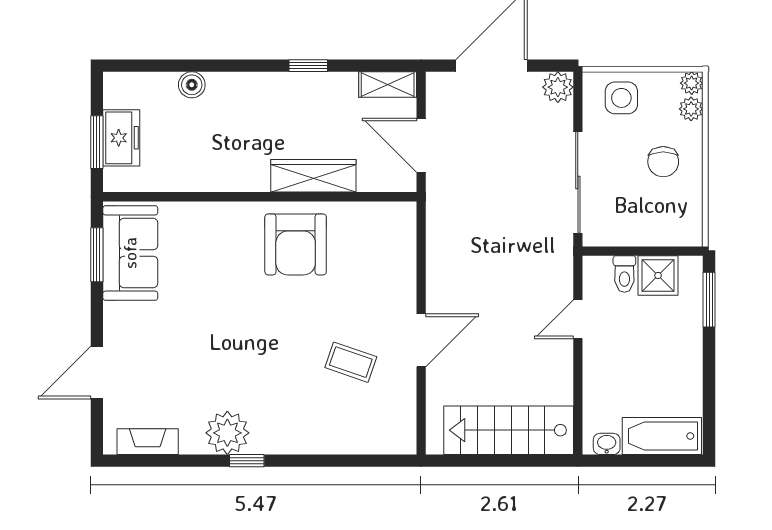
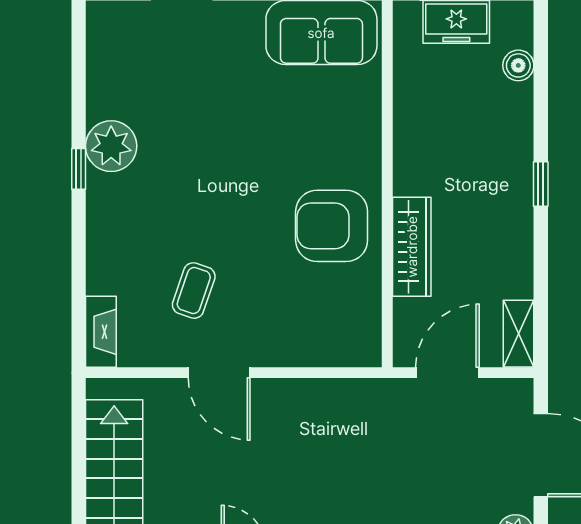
window: (308, 66) -> (541, 184), moved
boiler: (192, 85) -> (518, 65), moved
fireplace: (148, 442) -> (101, 332), moved

